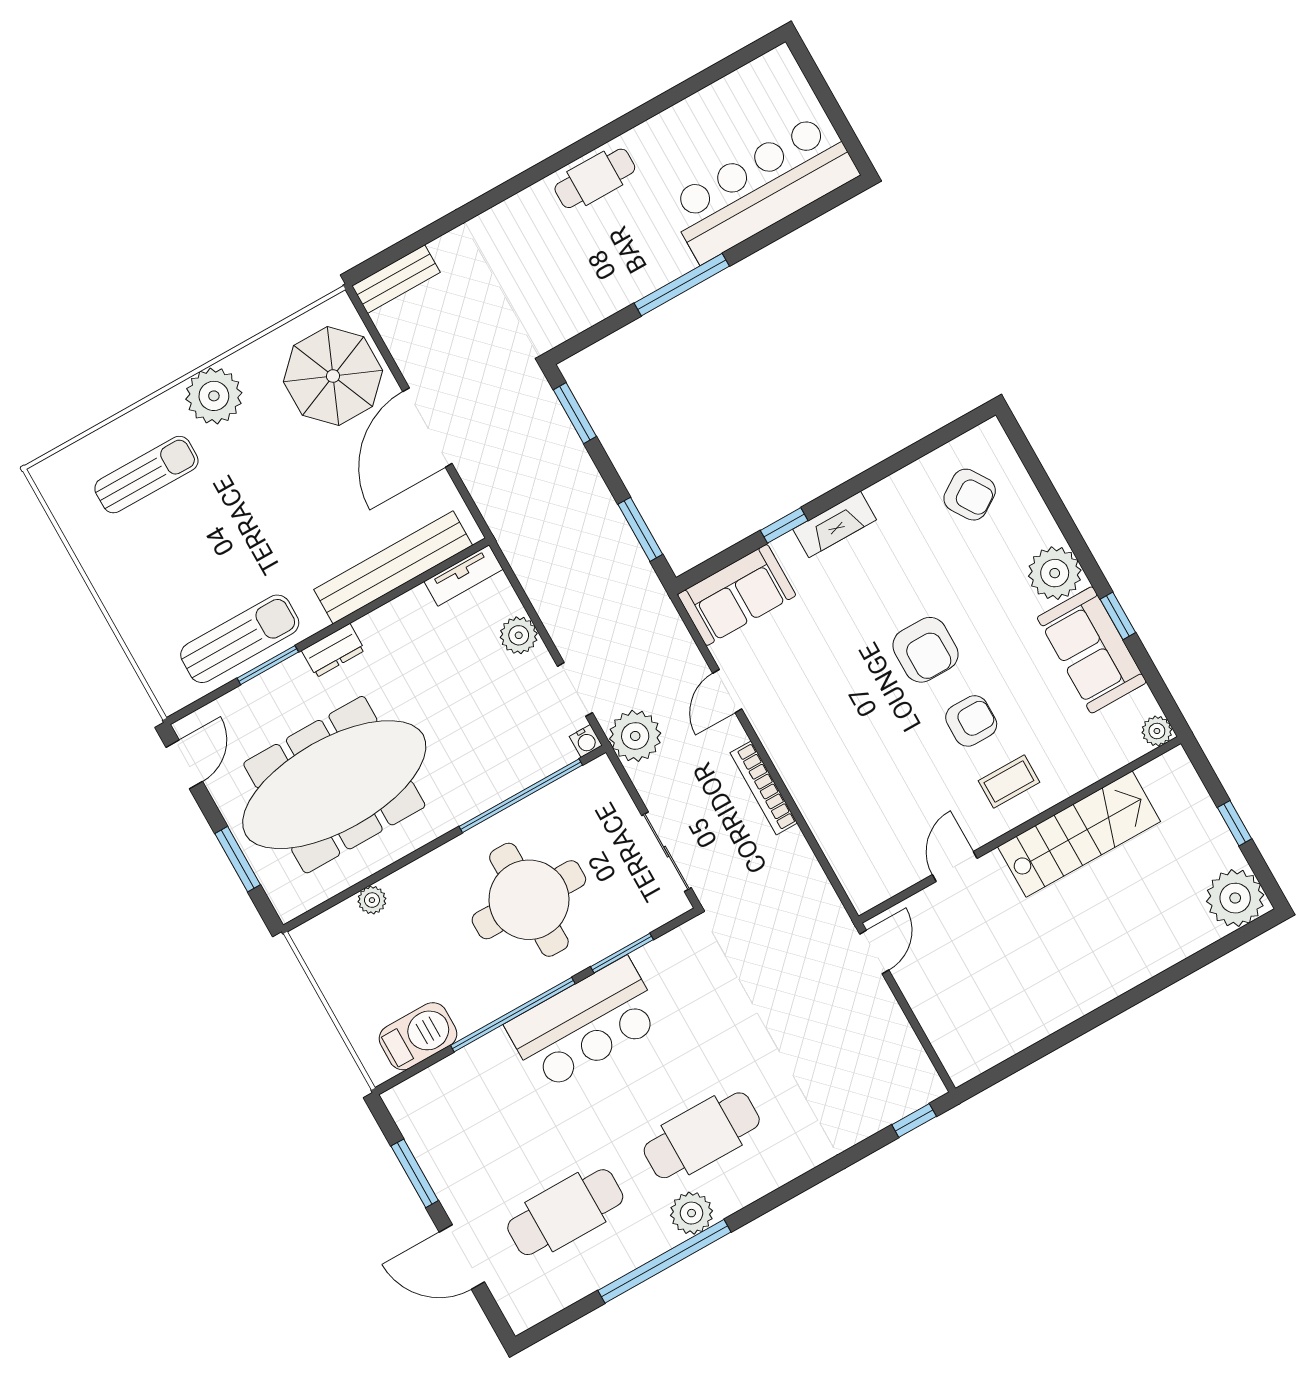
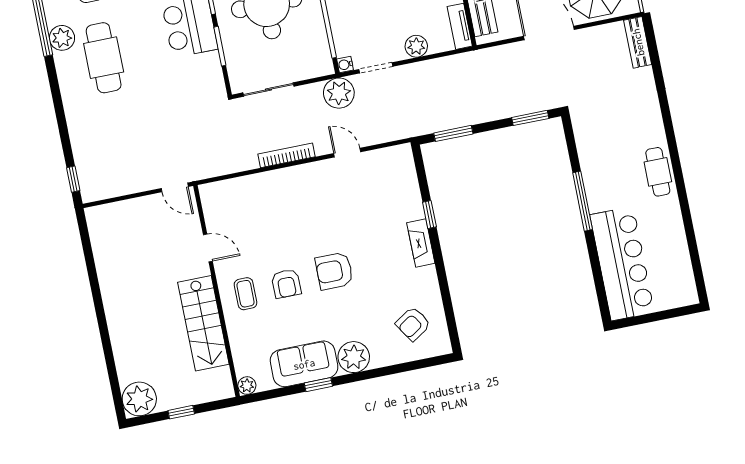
sofa: (737, 595) -> (399, 175), removed

